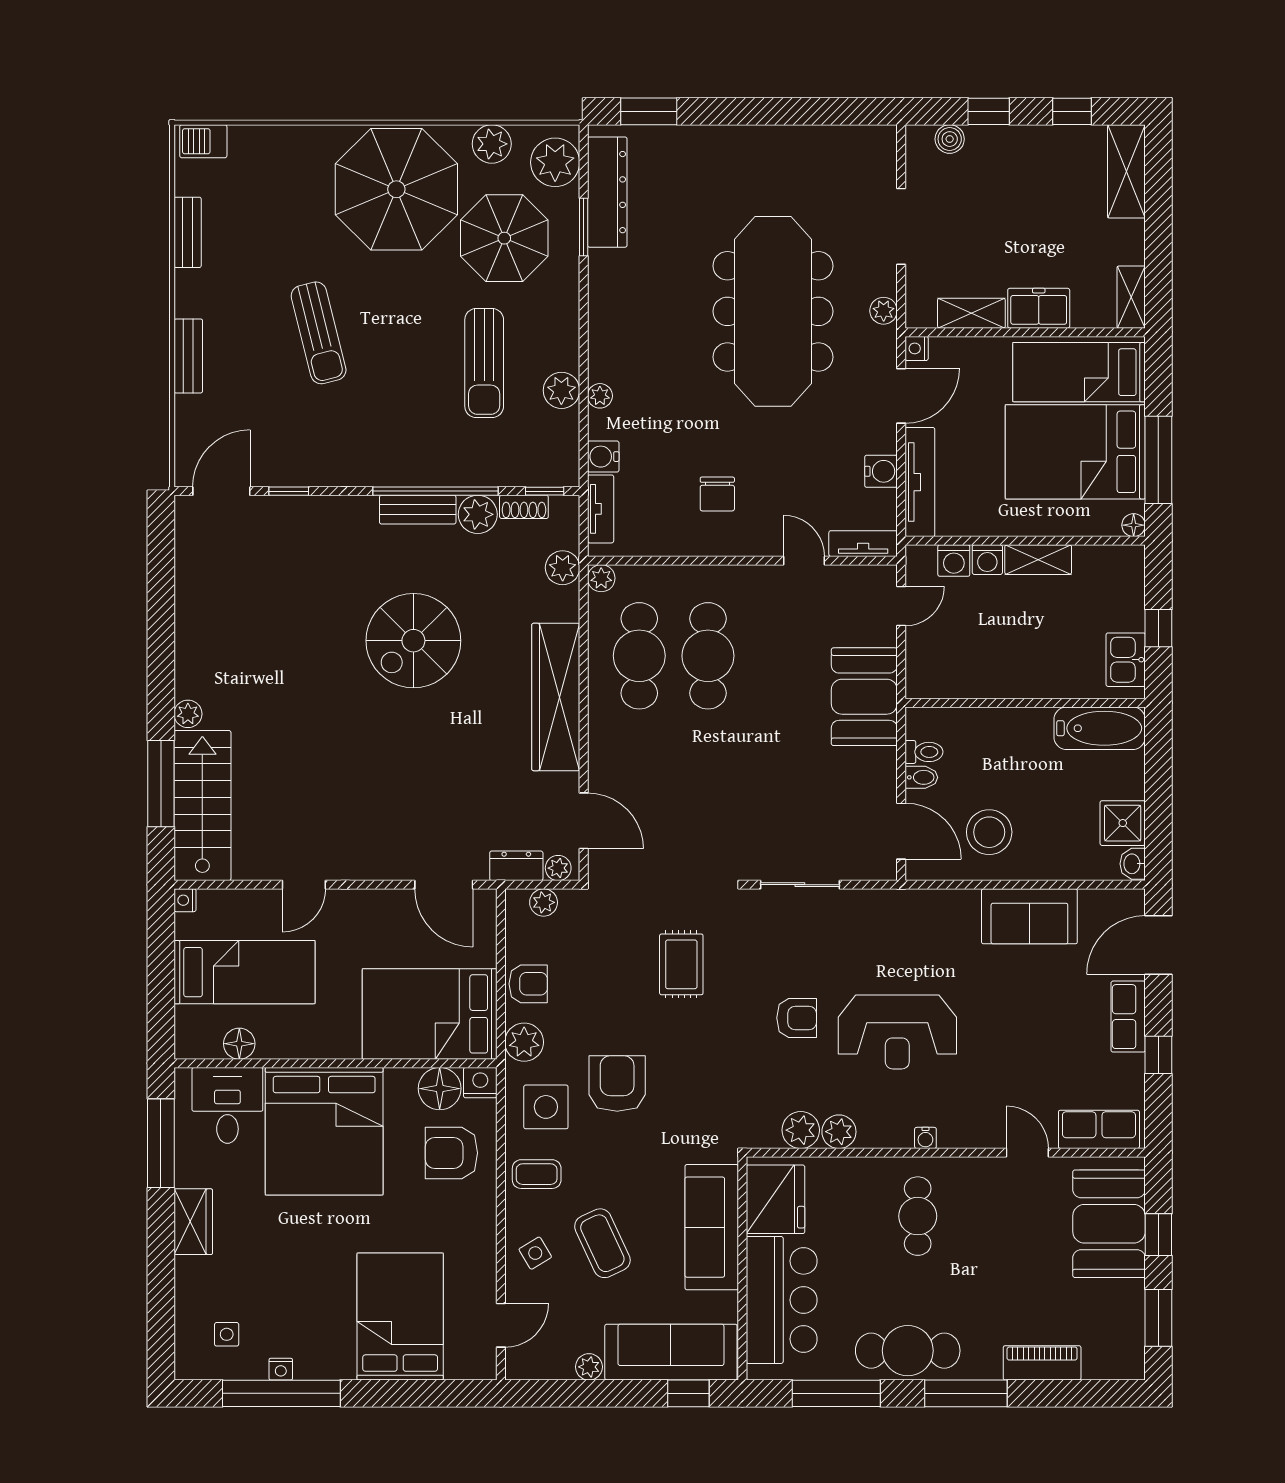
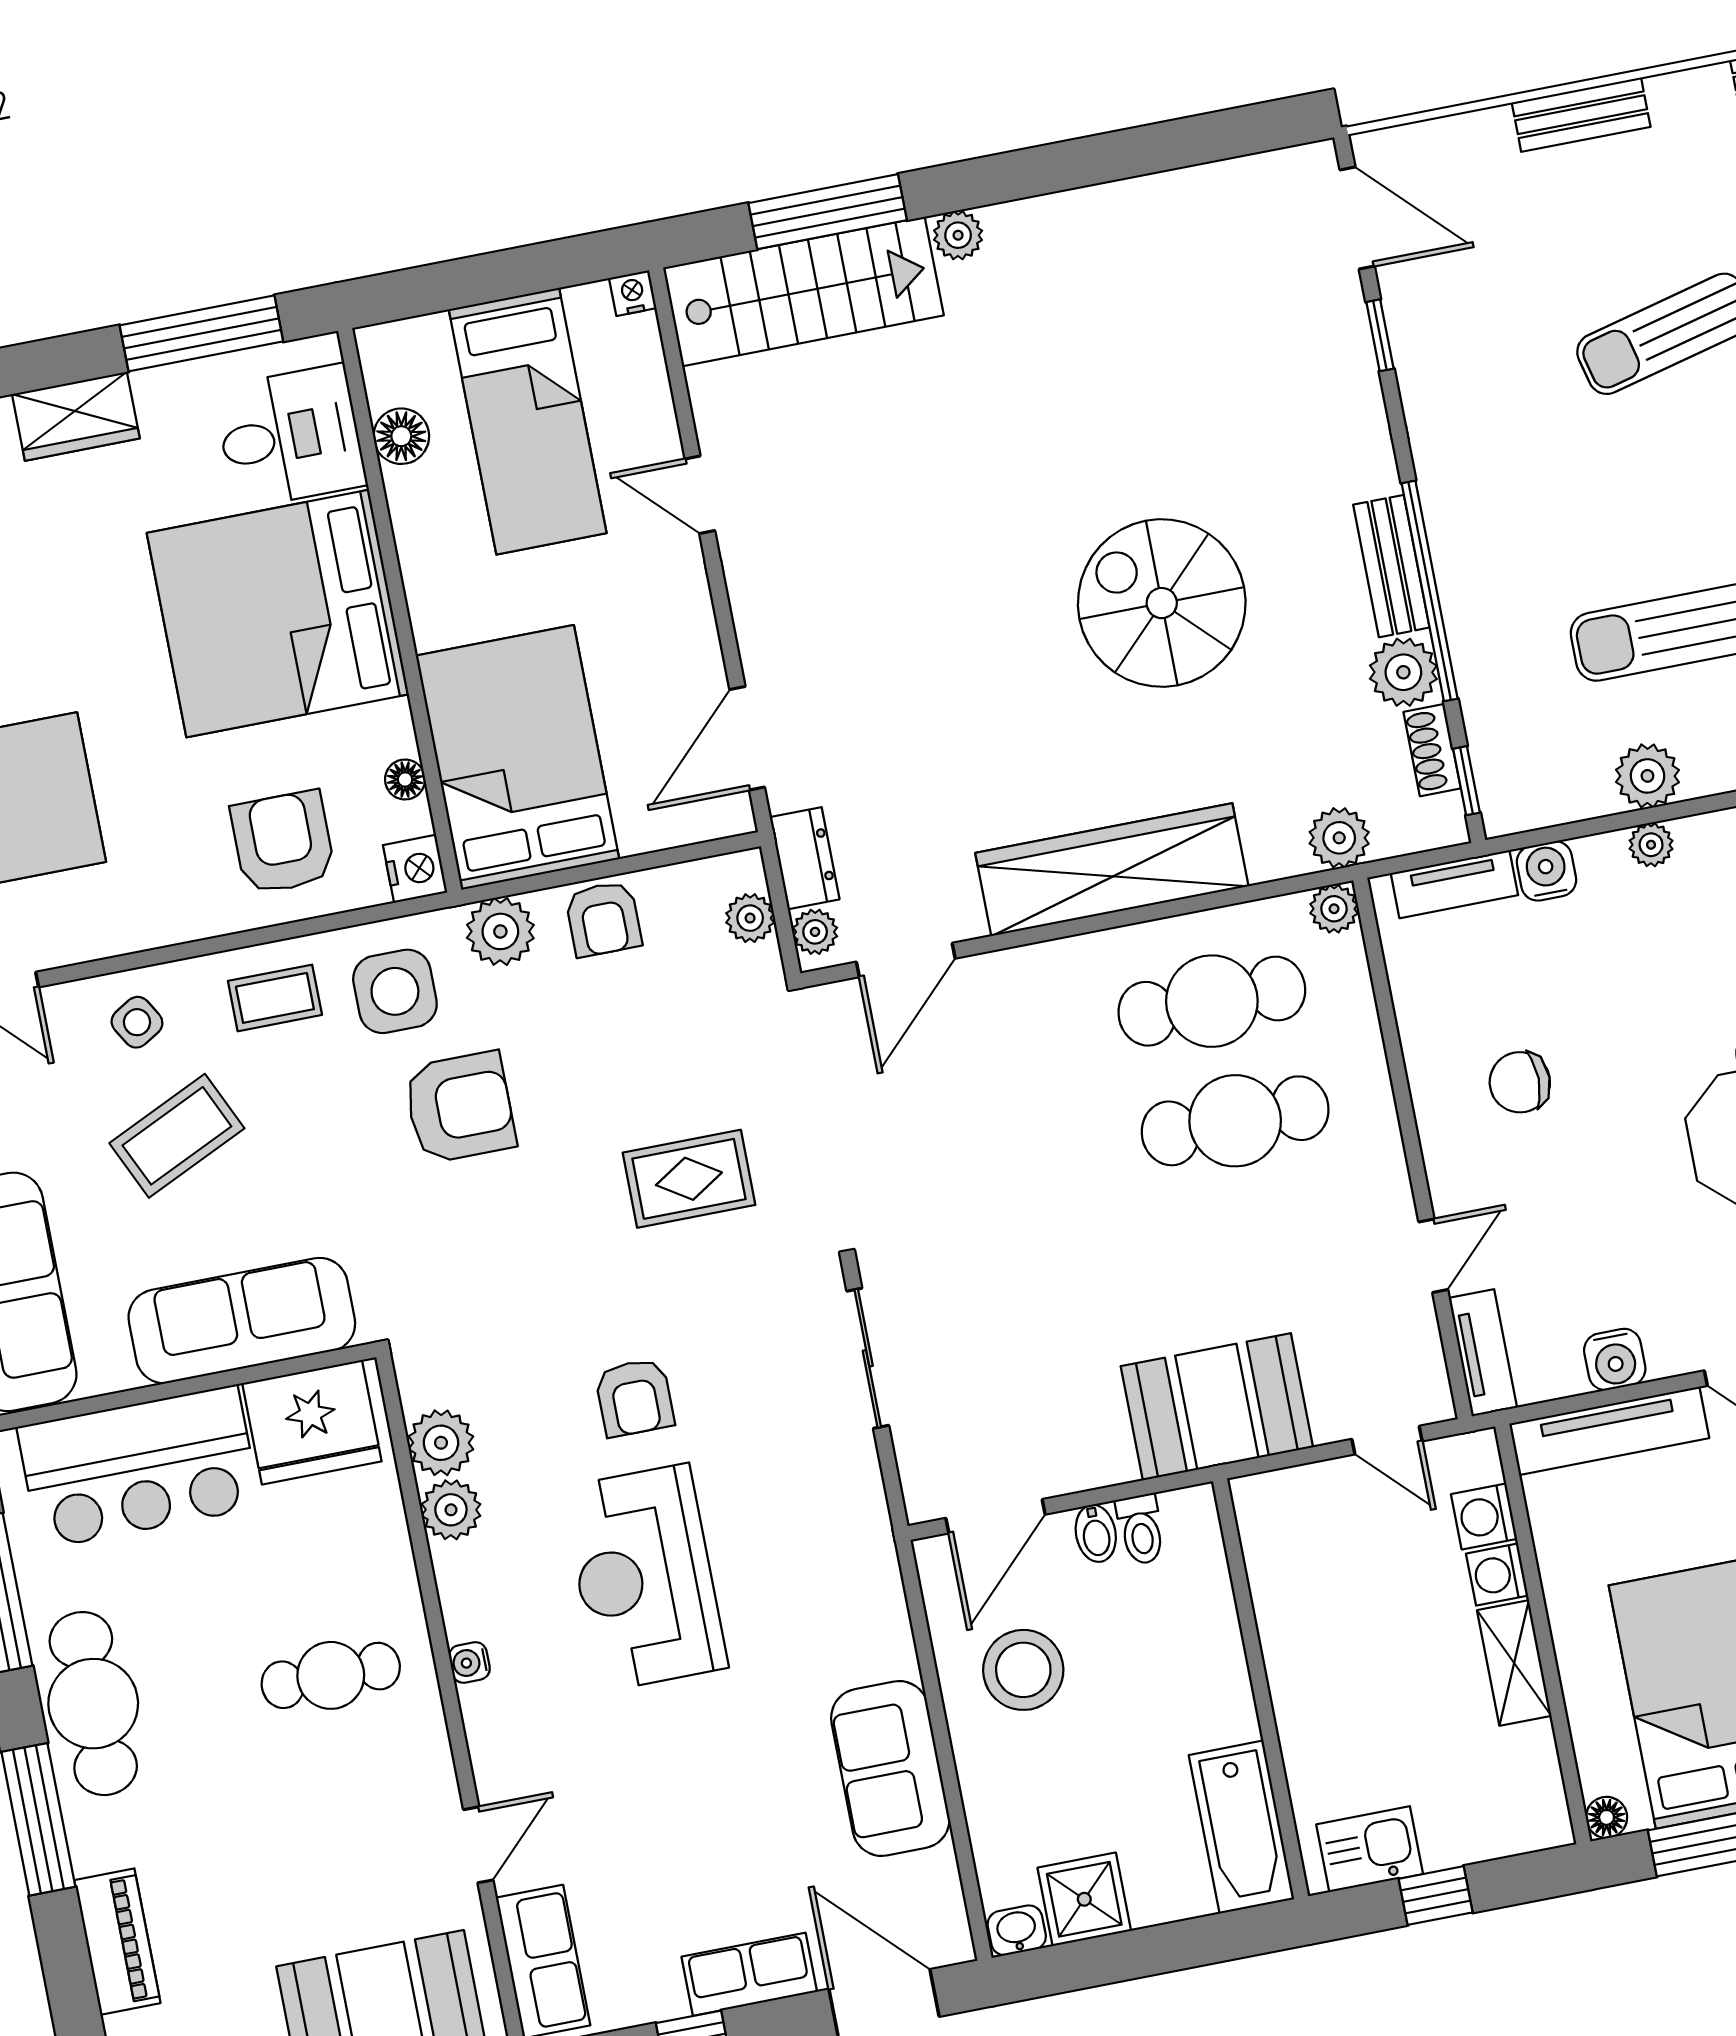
floor lamp: (440, 1089) -> (405, 780), width x0.53, depth x0.53
coffee table: (537, 1174) -> (275, 998), turned 90

